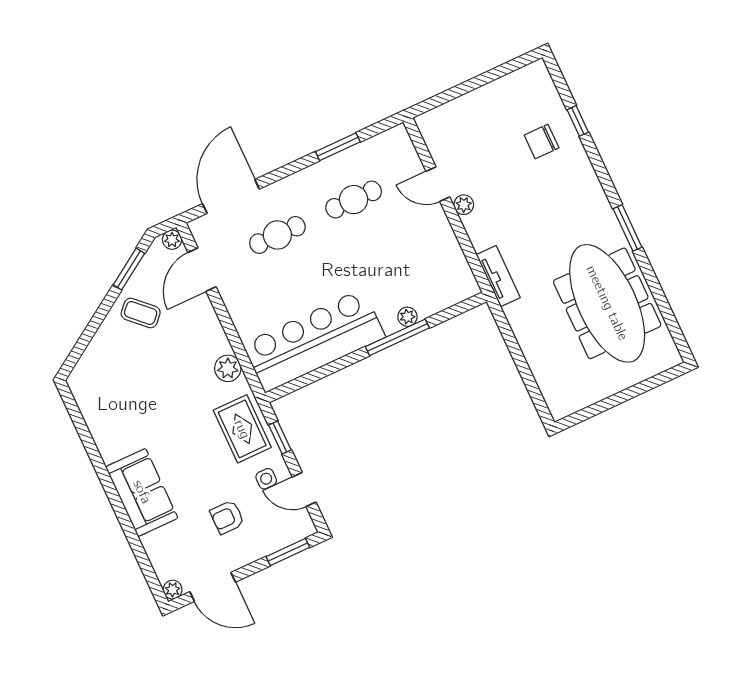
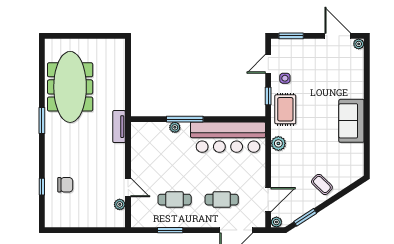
plant: (464, 205) -> (120, 204), moved
coffee table: (141, 313) -> (322, 184), moved
door: (304, 490) -> (268, 64), swing flipped
sofa: (142, 492) -> (351, 121), moved
armchair: (227, 517) -> (314, 68), removed

